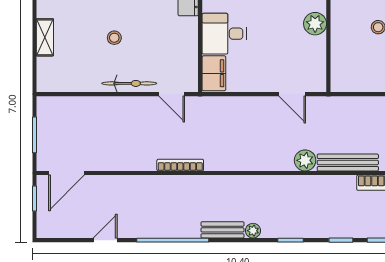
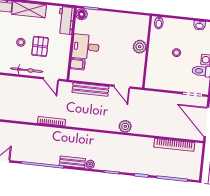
pallet: (147, 41) -> (40, 46), added
filing cabinet: (214, 73) -> (78, 64), width x0.50
bench: (348, 162) -> (90, 89), moved

